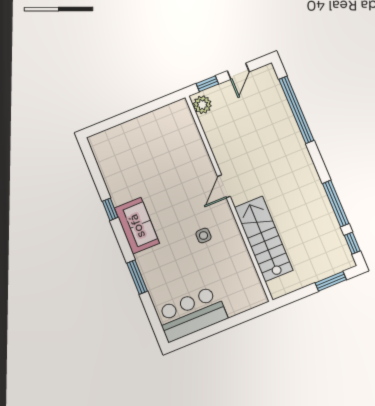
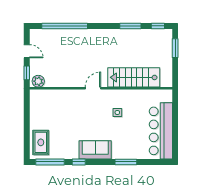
rug: (116, 144) -> (41, 142), added
window: (94, 168) -> (50, 162), added
door: (224, 186) -> (93, 88), swing flipped
window: (336, 204) -> (130, 26), width x0.69
bar counter: (192, 314) -> (161, 131), width x1.36

